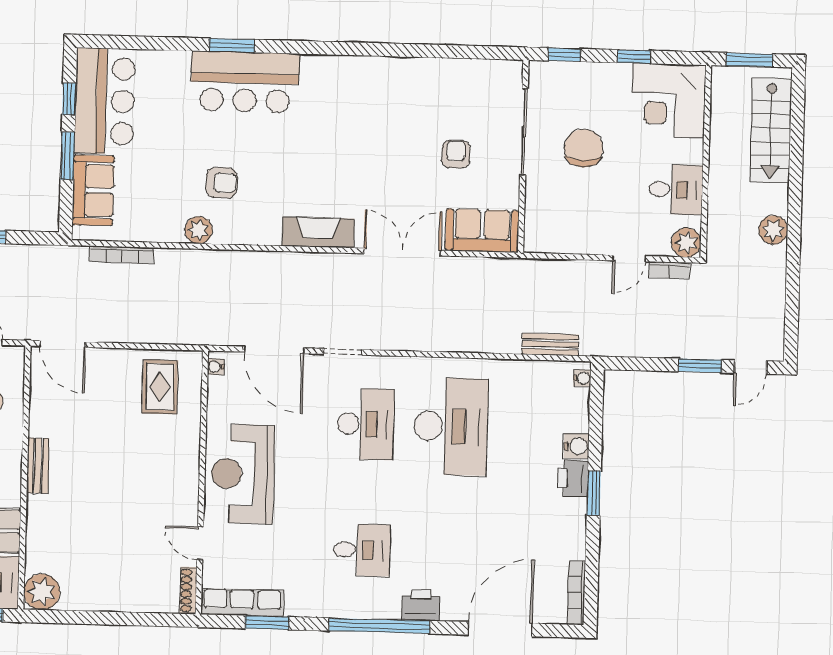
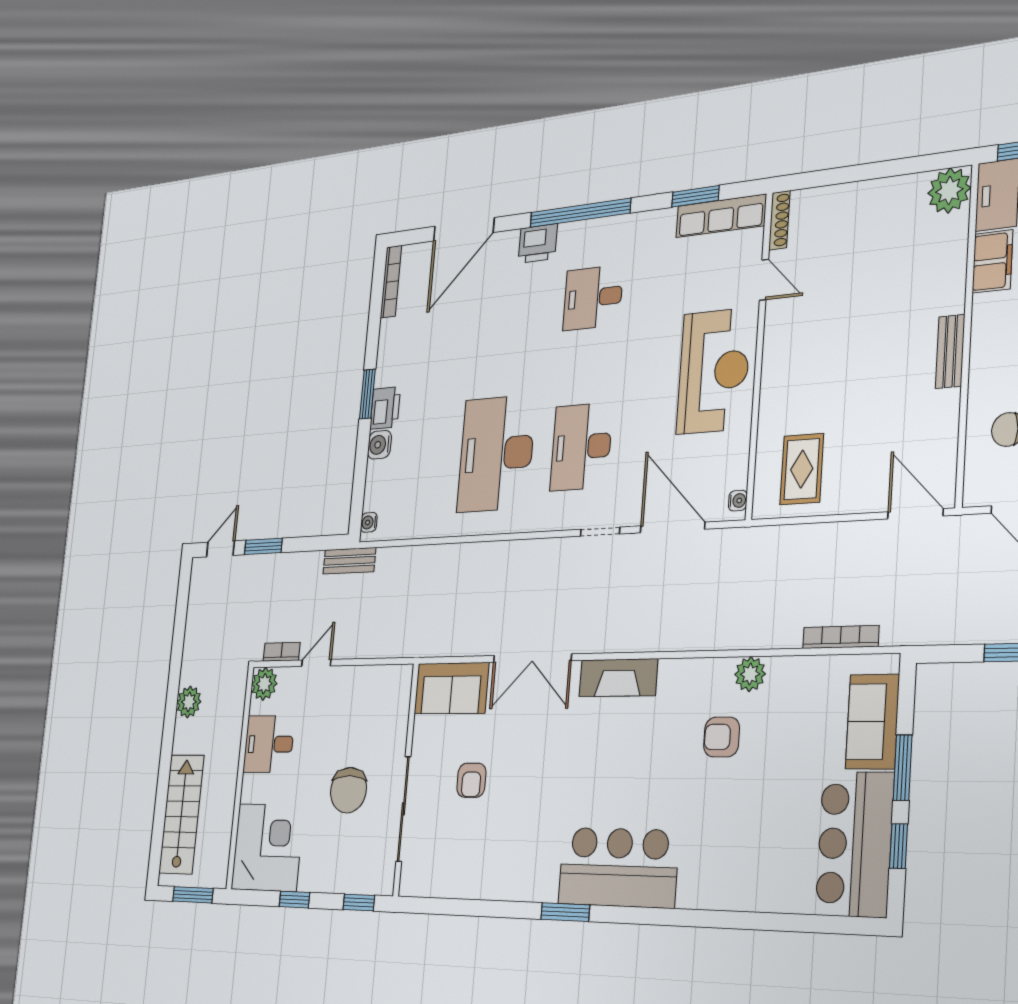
window: (232, 45) -> (565, 912), moved
bar counter: (245, 82) -> (618, 867), moved
bench: (550, 344) -> (349, 561), moved

